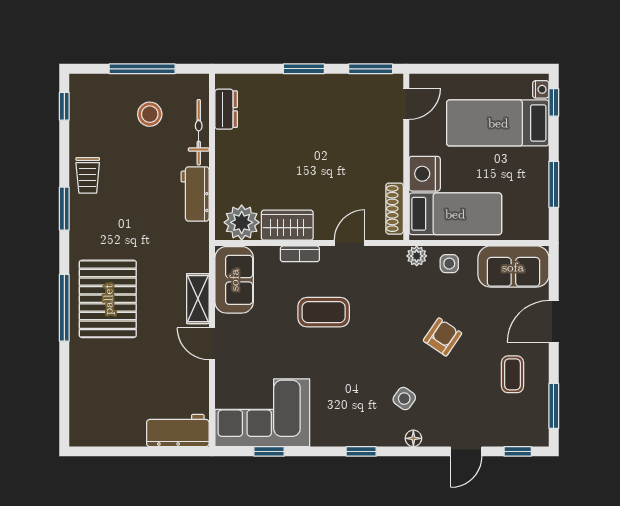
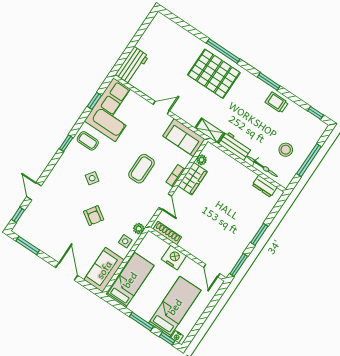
window: (554, 184) -> (141, 321), moved
bed: (455, 214) -> (130, 280), moved, turned 180
plant: (242, 222) -> (201, 160), width x0.53, depth x0.53
shelving: (198, 299) -> (210, 131), moved
coffee table: (513, 374) -> (88, 141), moved
side table: (404, 399) -> (92, 178), moved
floor lamp: (413, 438) -> (56, 171), removed

